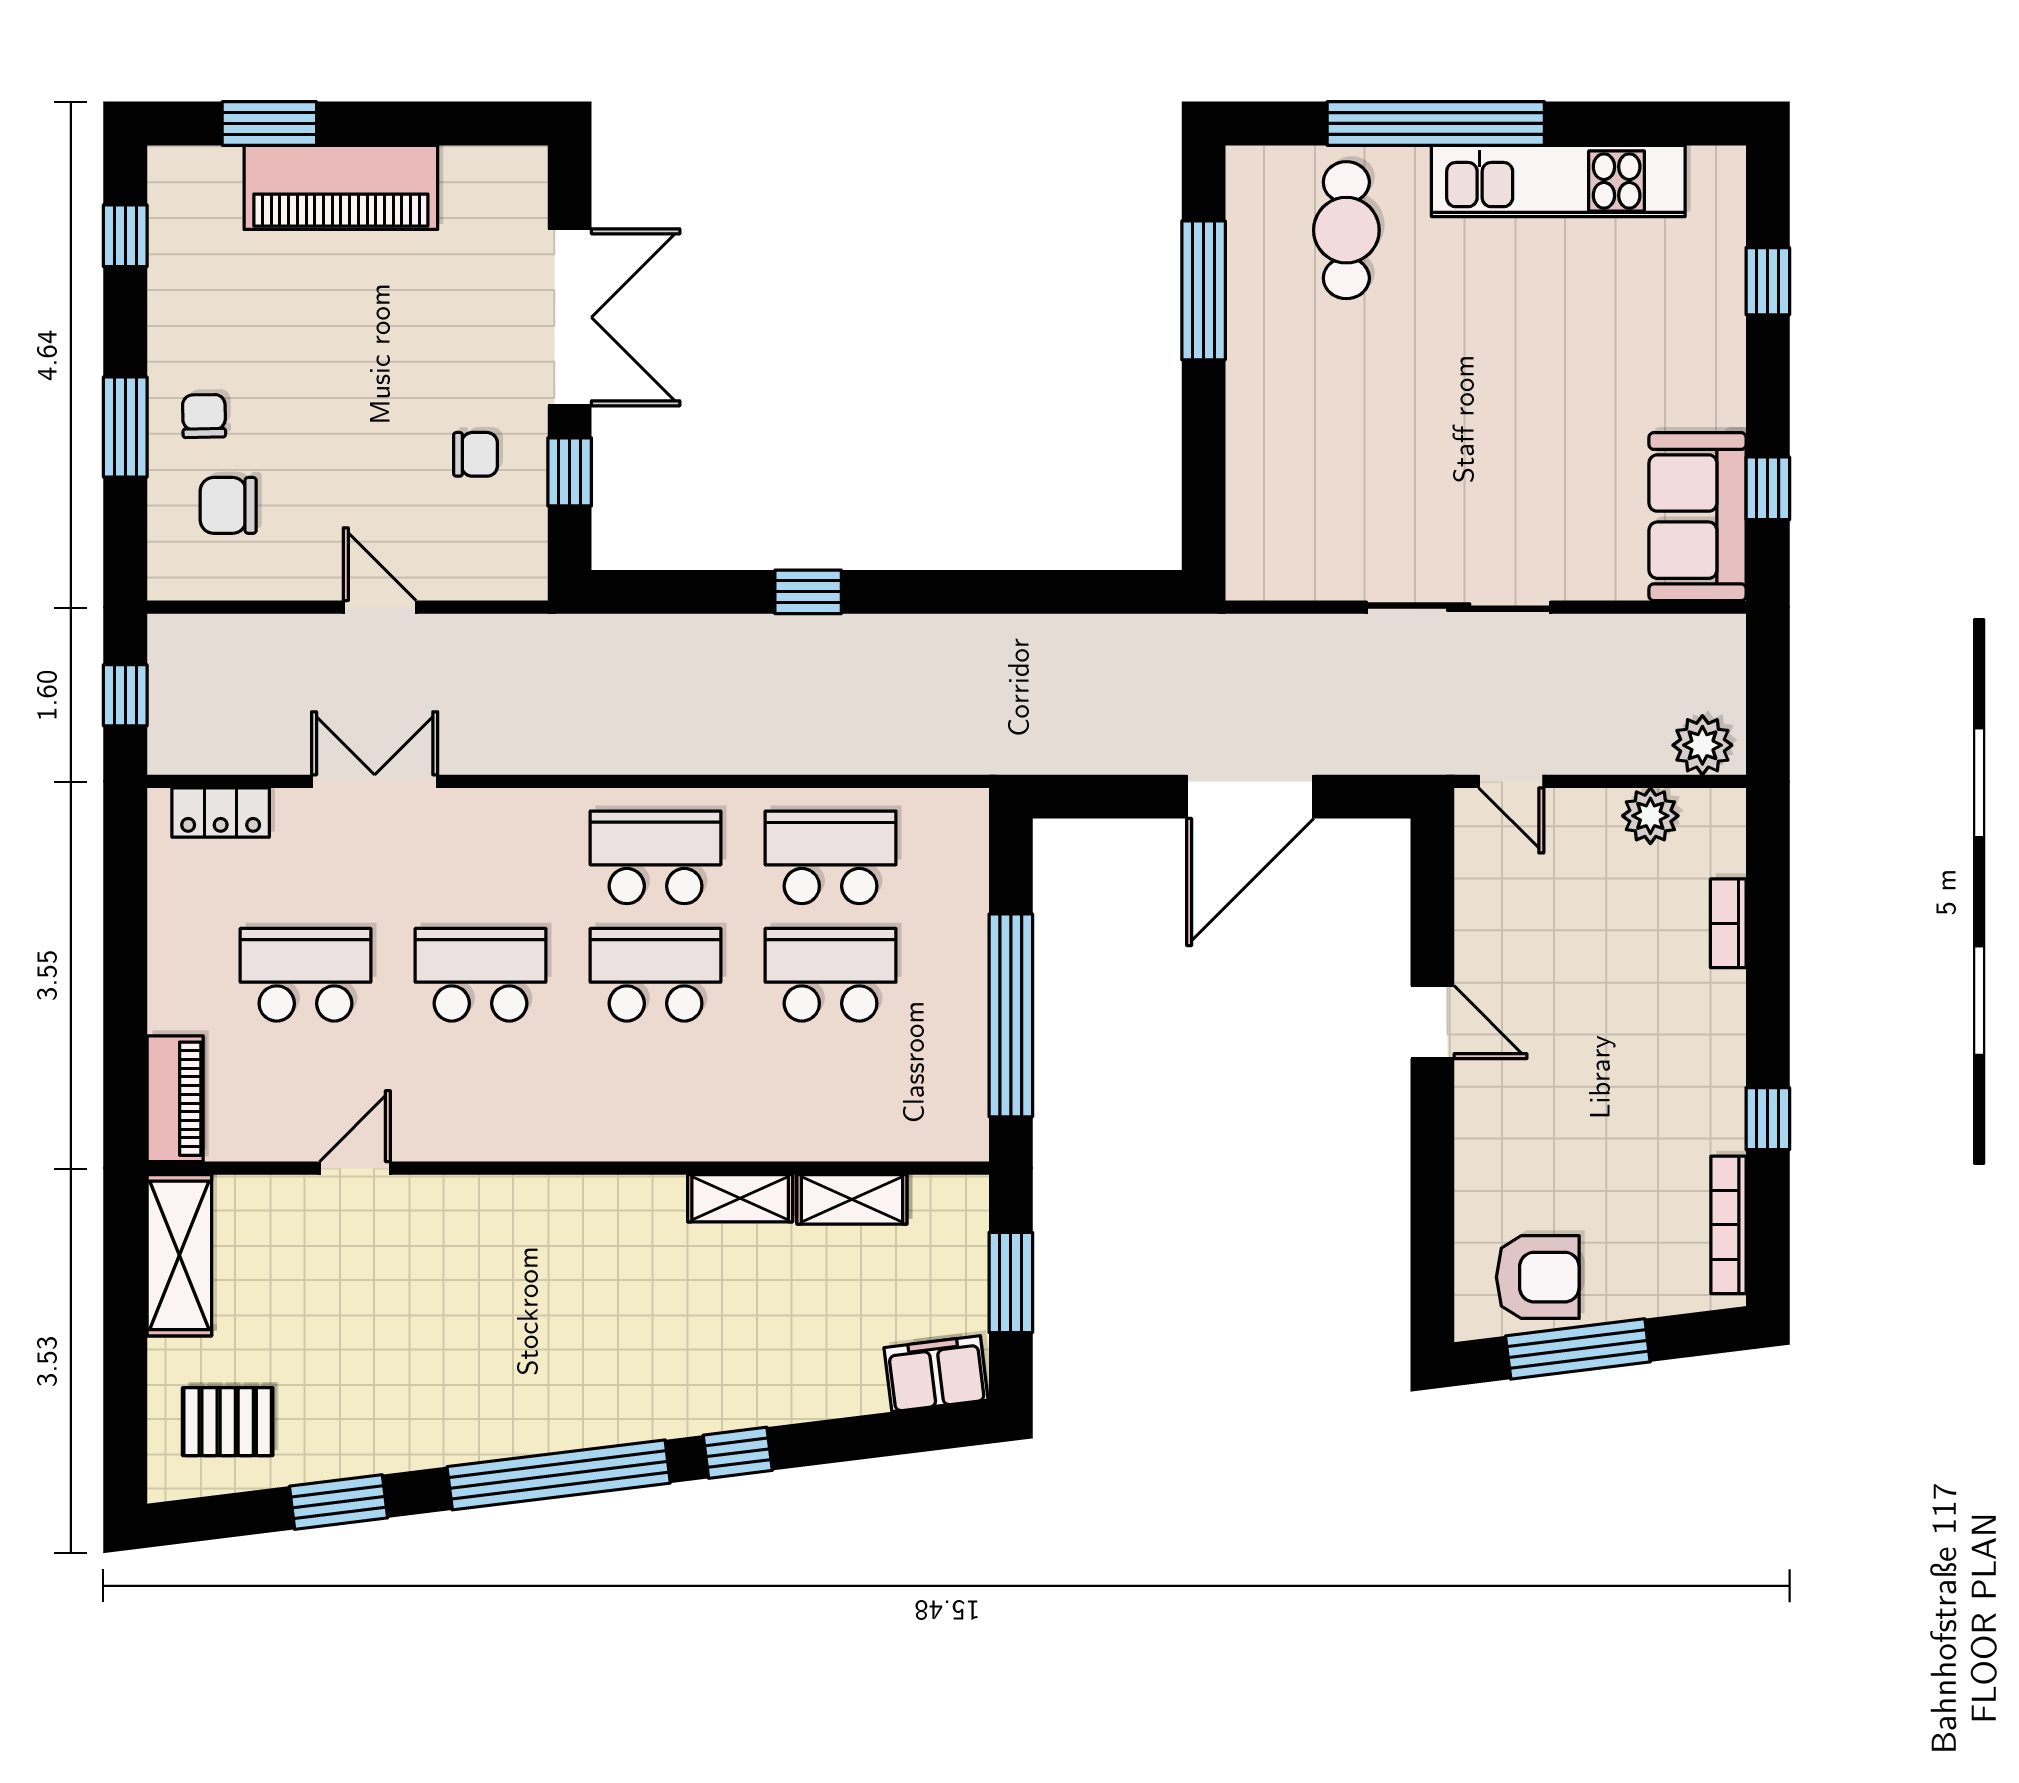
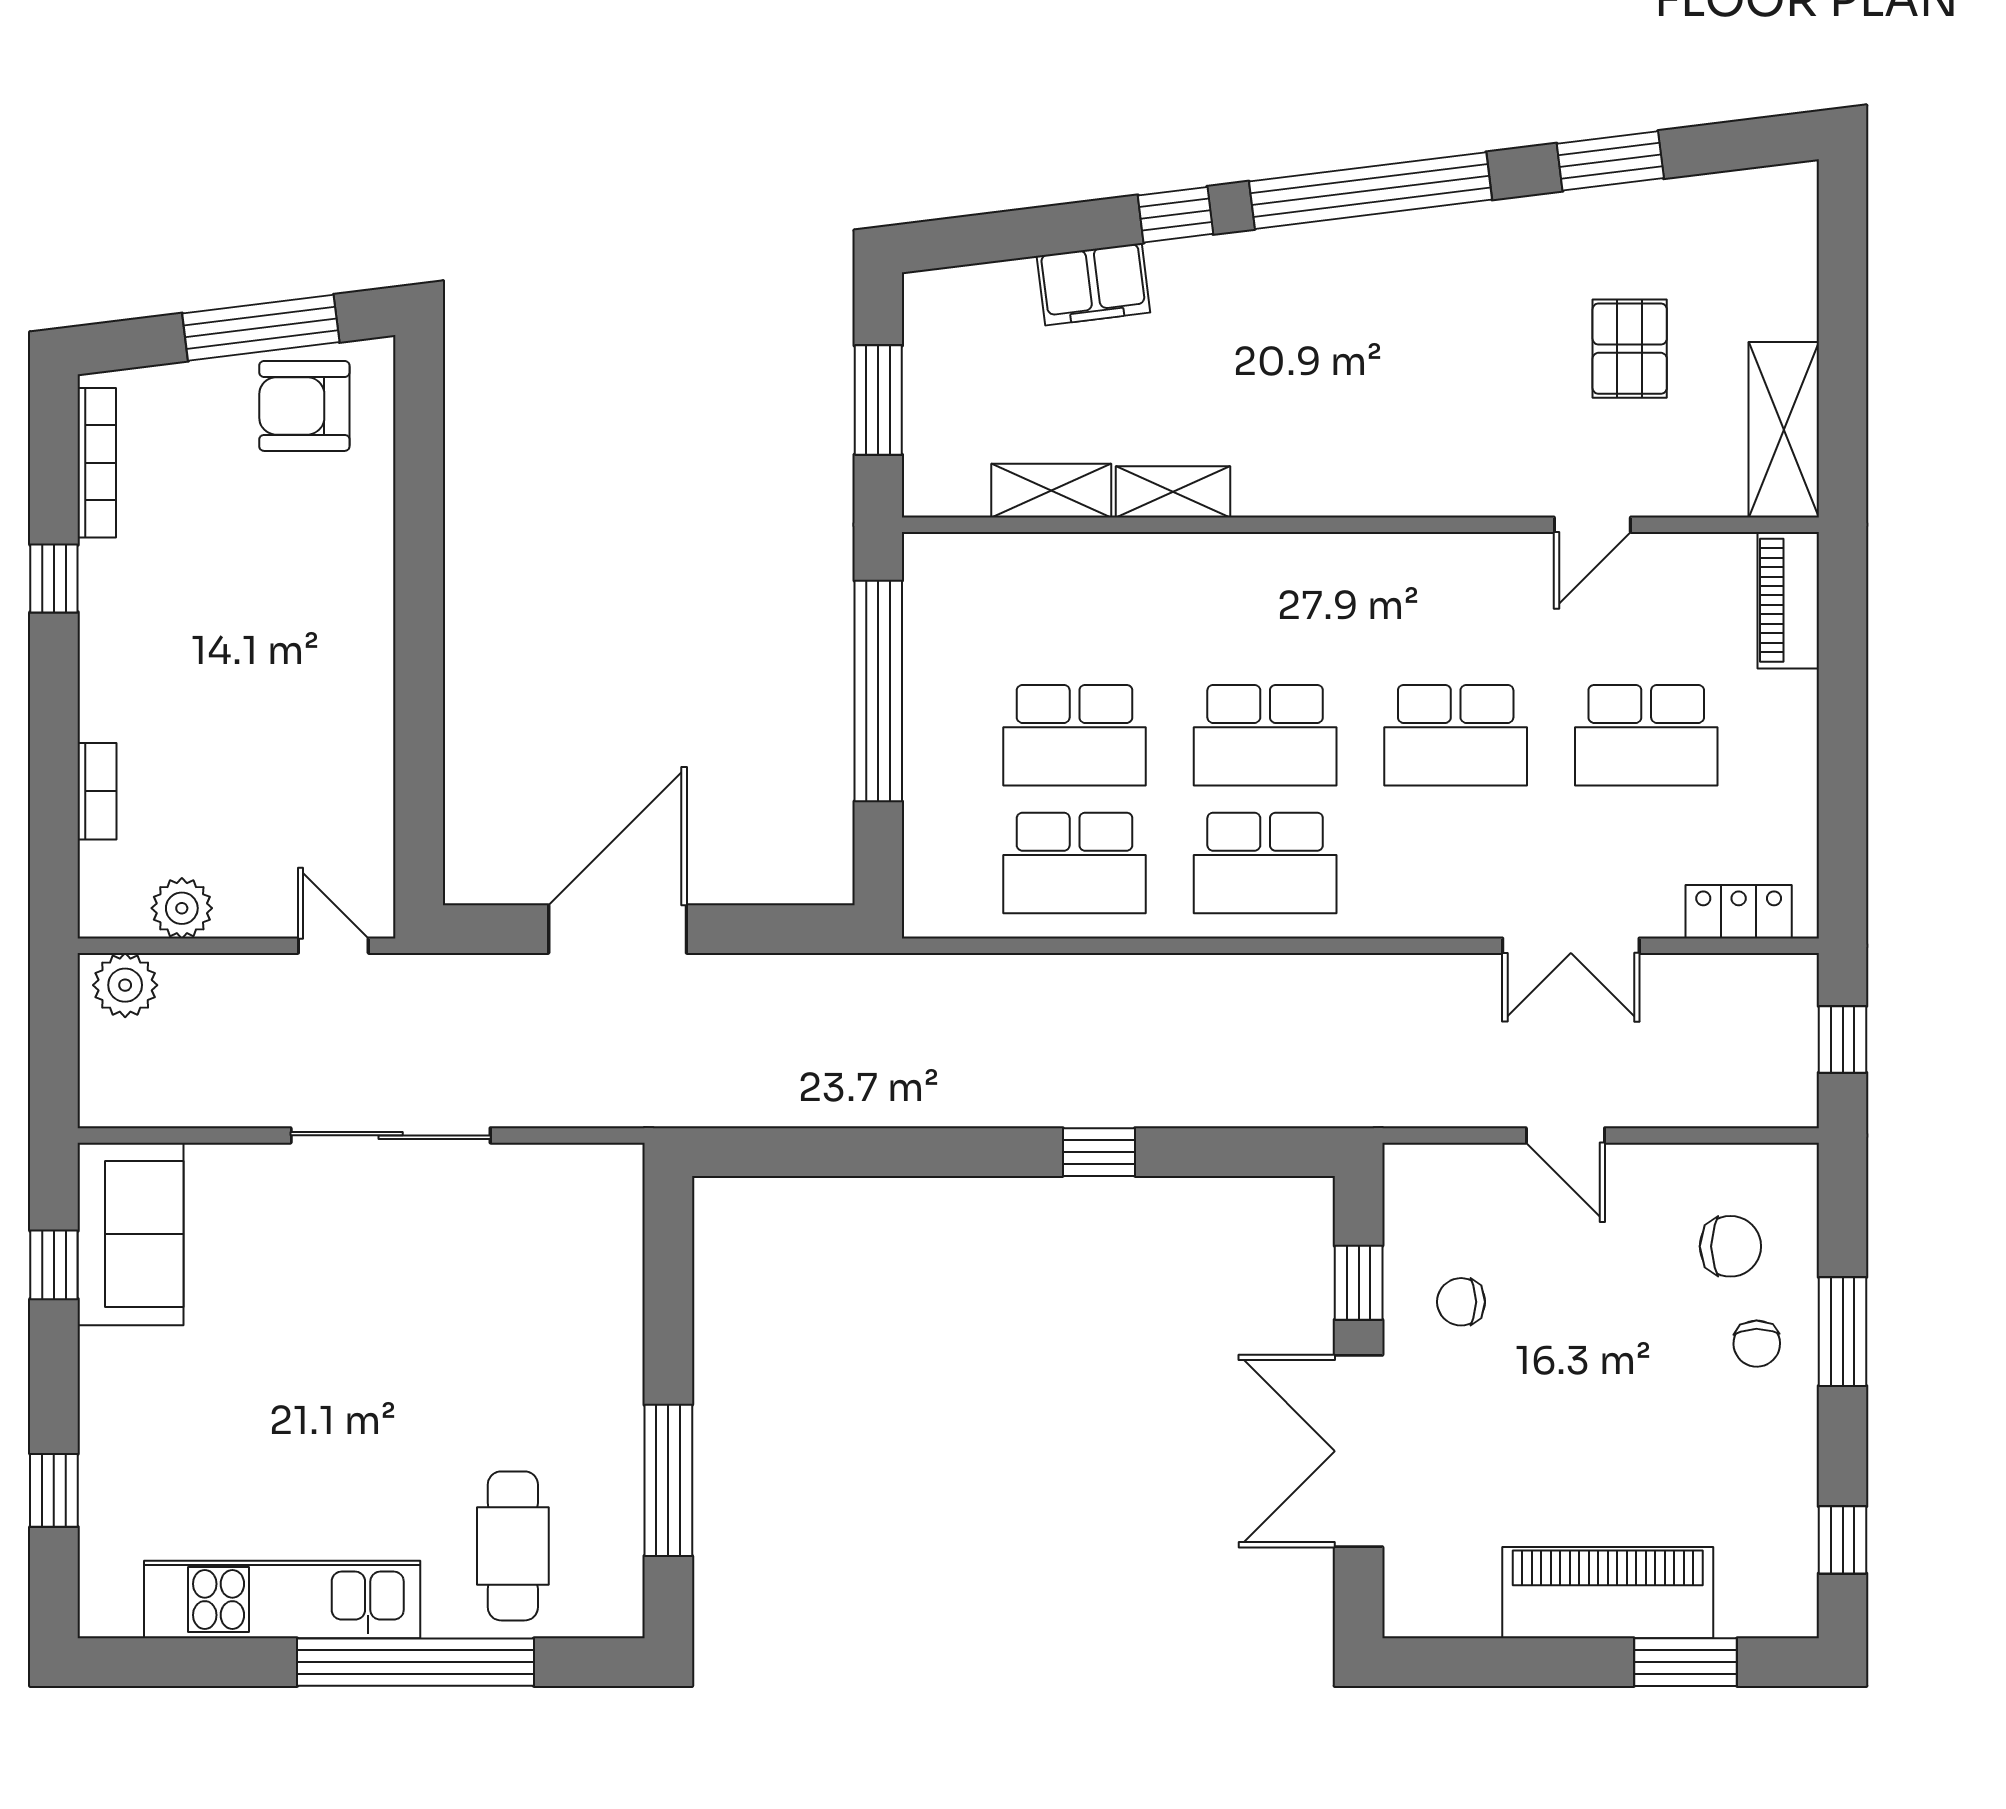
door: (1432, 1022) -> (419, 684), removed
filing cabinet: (936, 1374) -> (1093, 284), moved
pallet: (228, 1422) -> (1630, 349), moved, turned 90

